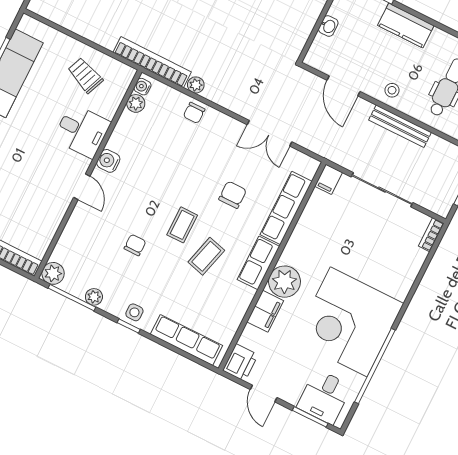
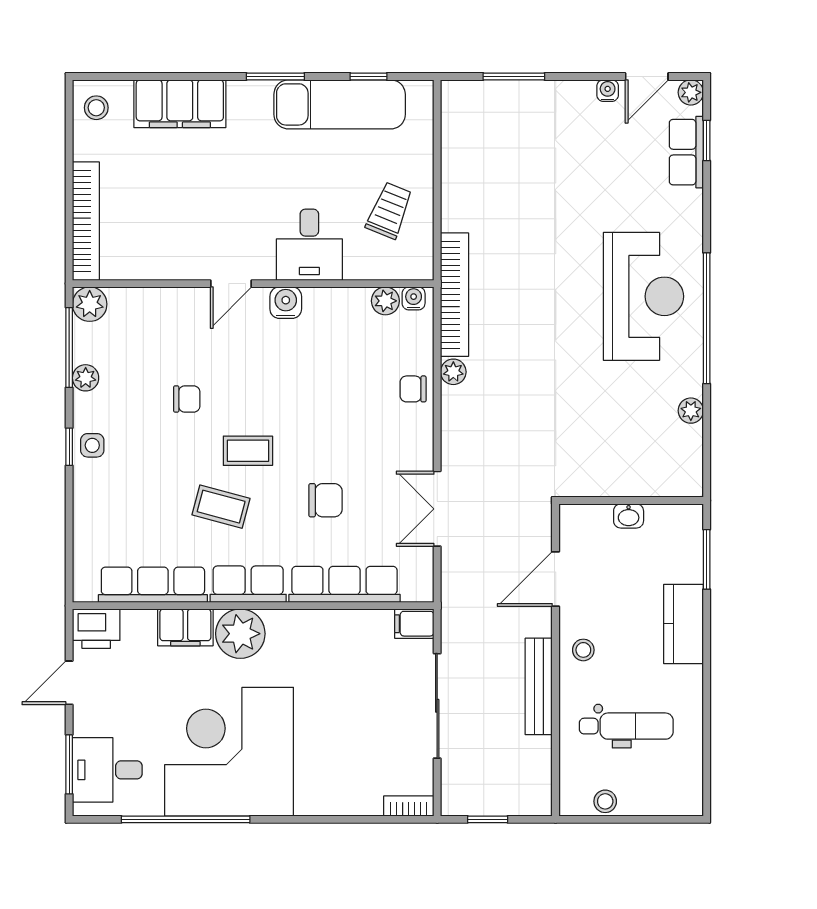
row of seats: (186, 340) -> (153, 585), moved, turned -90

